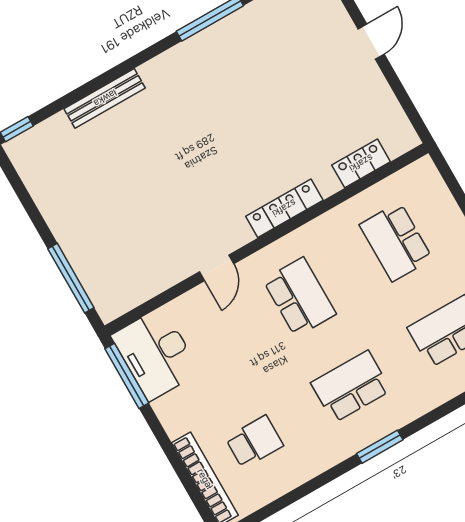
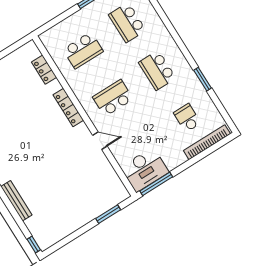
window: (71, 278) -> (108, 214), width x0.69
window: (380, 447) -> (203, 79), moved

